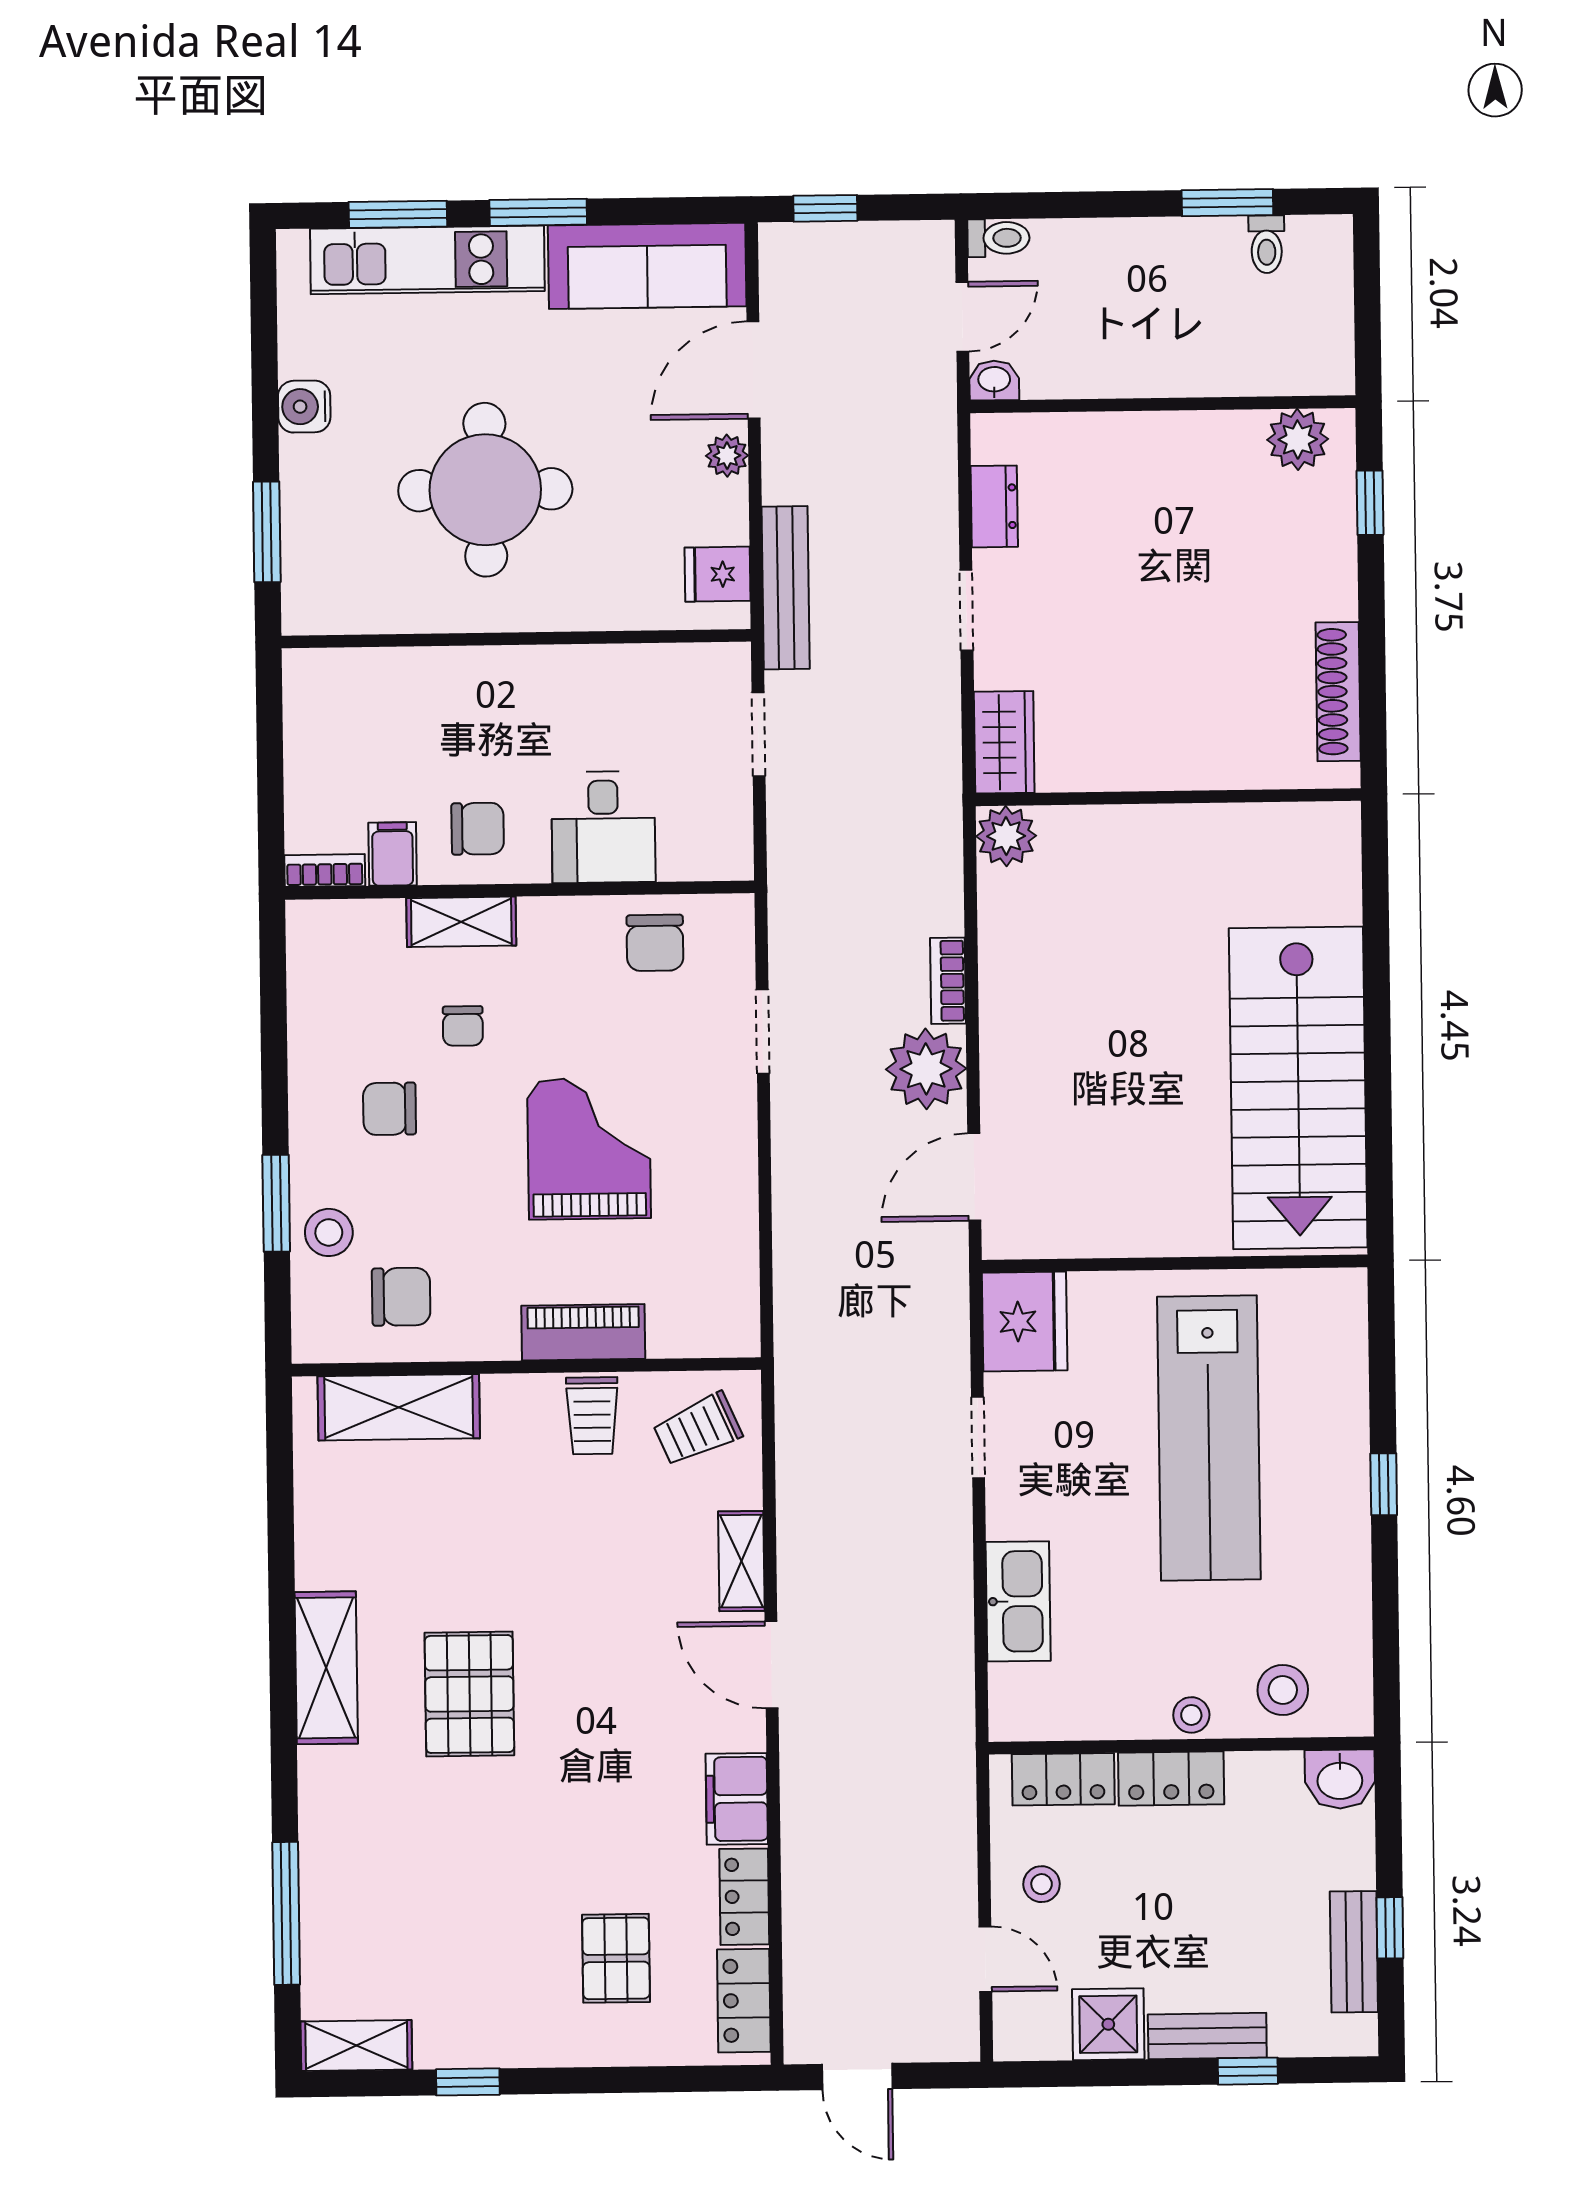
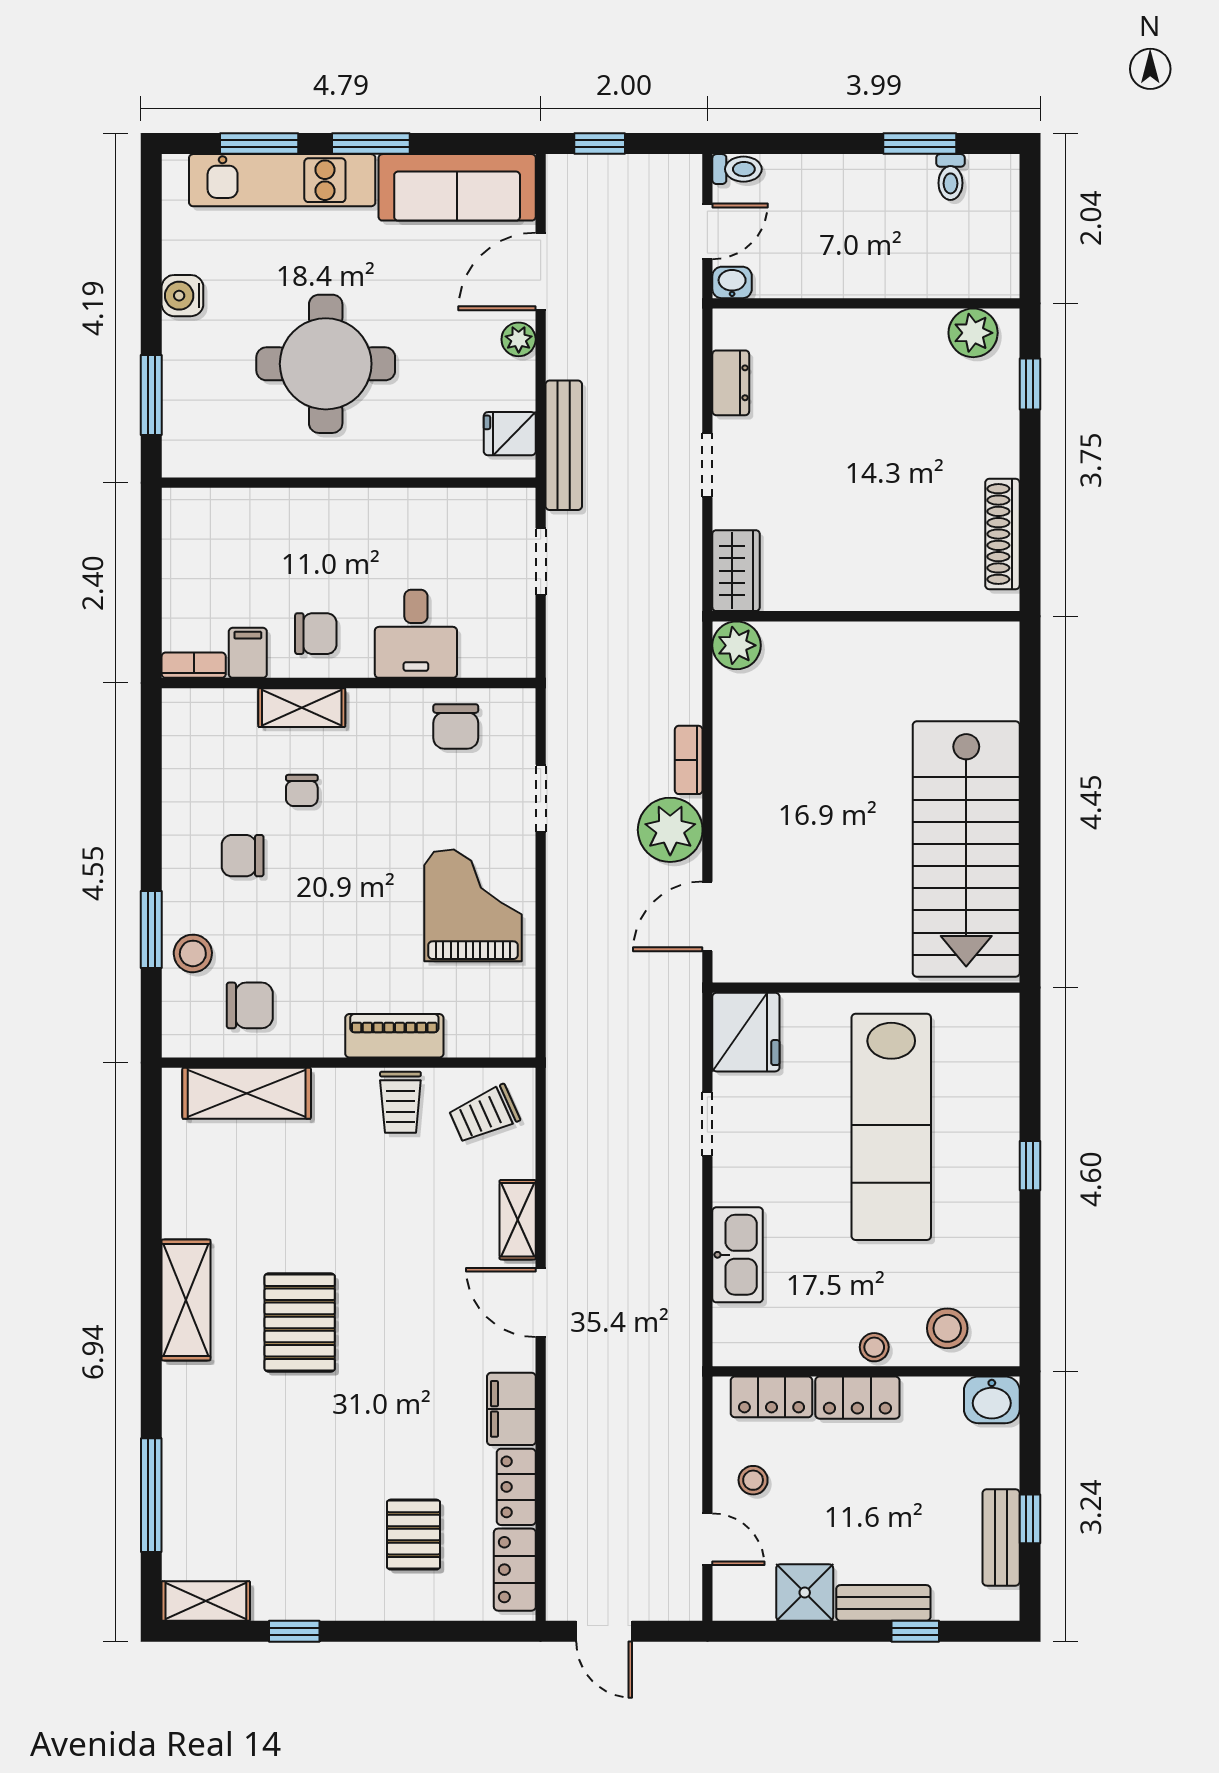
grand piano: (589, 1149) -> (473, 905), moved

